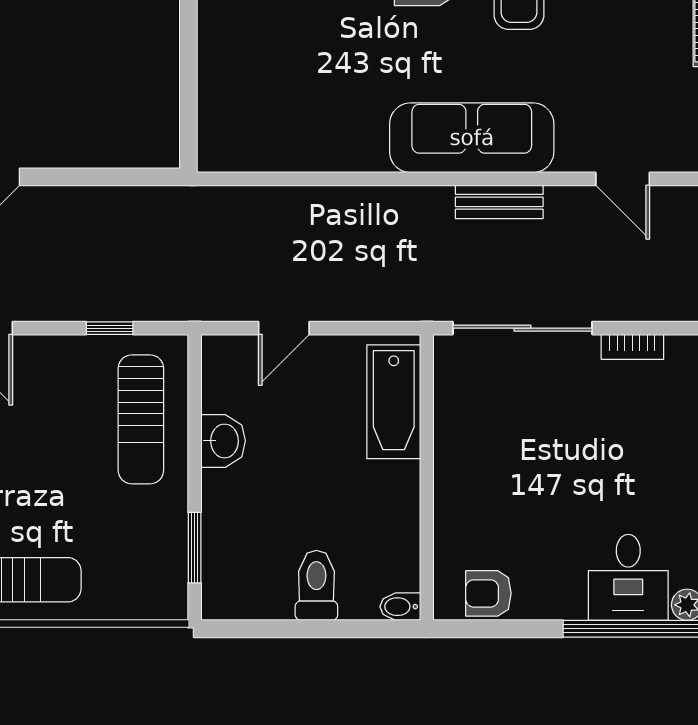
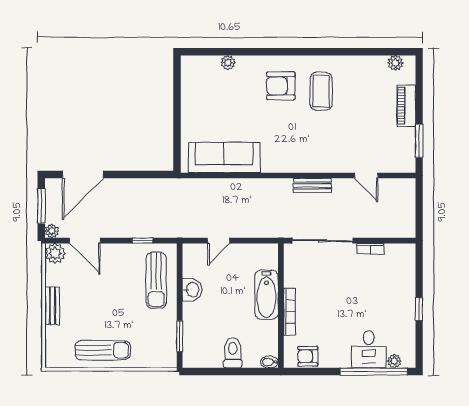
sofa: (472, 138) -> (224, 158), moved
bathtub: (394, 402) -> (266, 295), moved
bookcase: (447, 491) -> (290, 312), added

